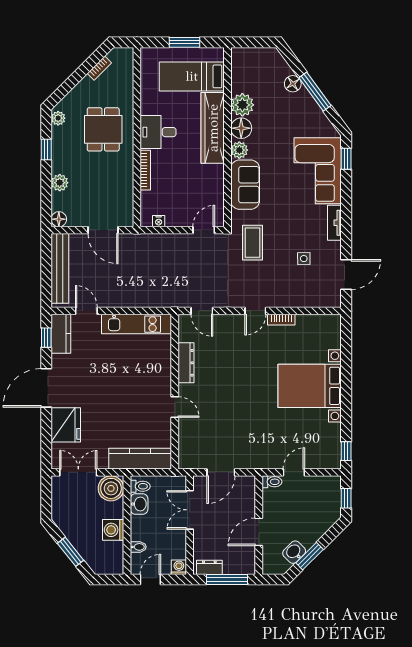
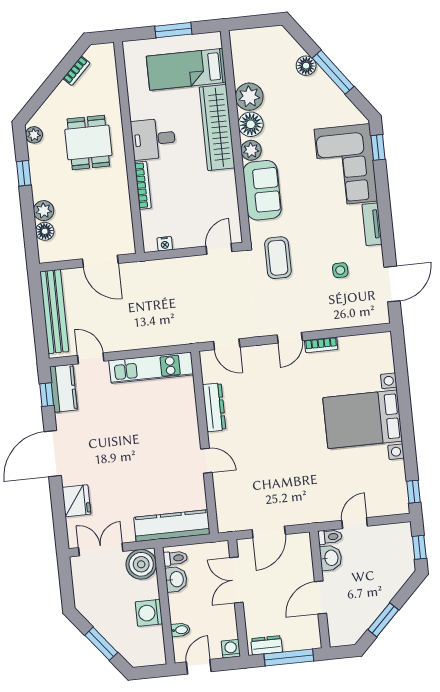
floor lamp: (59, 219) -> (45, 231), moved
fridge: (66, 425) -> (76, 501), width x0.73, depth x0.75
washbasin: (294, 552) -> (331, 558), moved, turned 135

